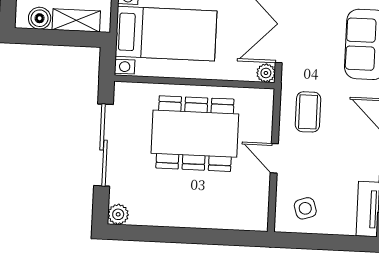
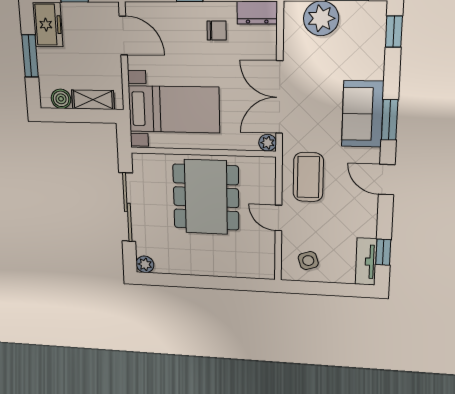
coffee table: (308, 112) -> (308, 177), width x1.36, depth x1.30
dining table: (195, 134) -> (206, 197), turned 90

